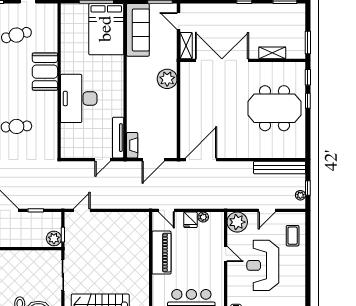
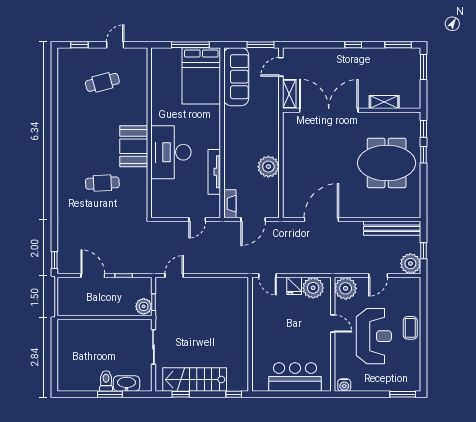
door: (179, 21) -> (281, 67), hinge flipped
window: (308, 42) -> (423, 67), moved
booth: (45, 72) -> (134, 146), moved
plant: (167, 79) -> (268, 167), moved
tv unit: (118, 138) -> (214, 172), moved
door: (201, 160) -> (321, 220), moved
plant: (300, 195) -> (410, 264), width x1.88, depth x1.88
plant: (203, 217) -> (313, 288), width x1.88, depth x1.88
coffee table: (293, 236) -> (410, 328), moved
piano: (161, 253) -> (262, 322), removed
reception desk: (263, 265) -> (374, 336), turned 180

